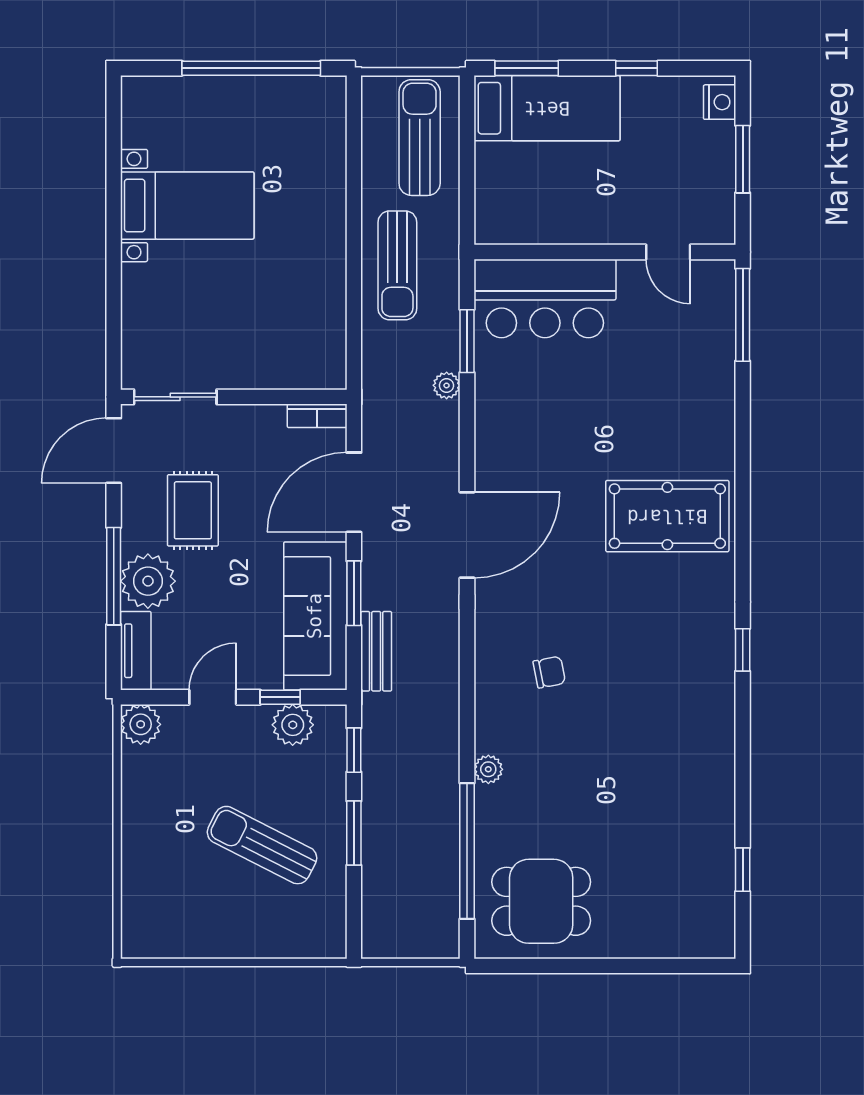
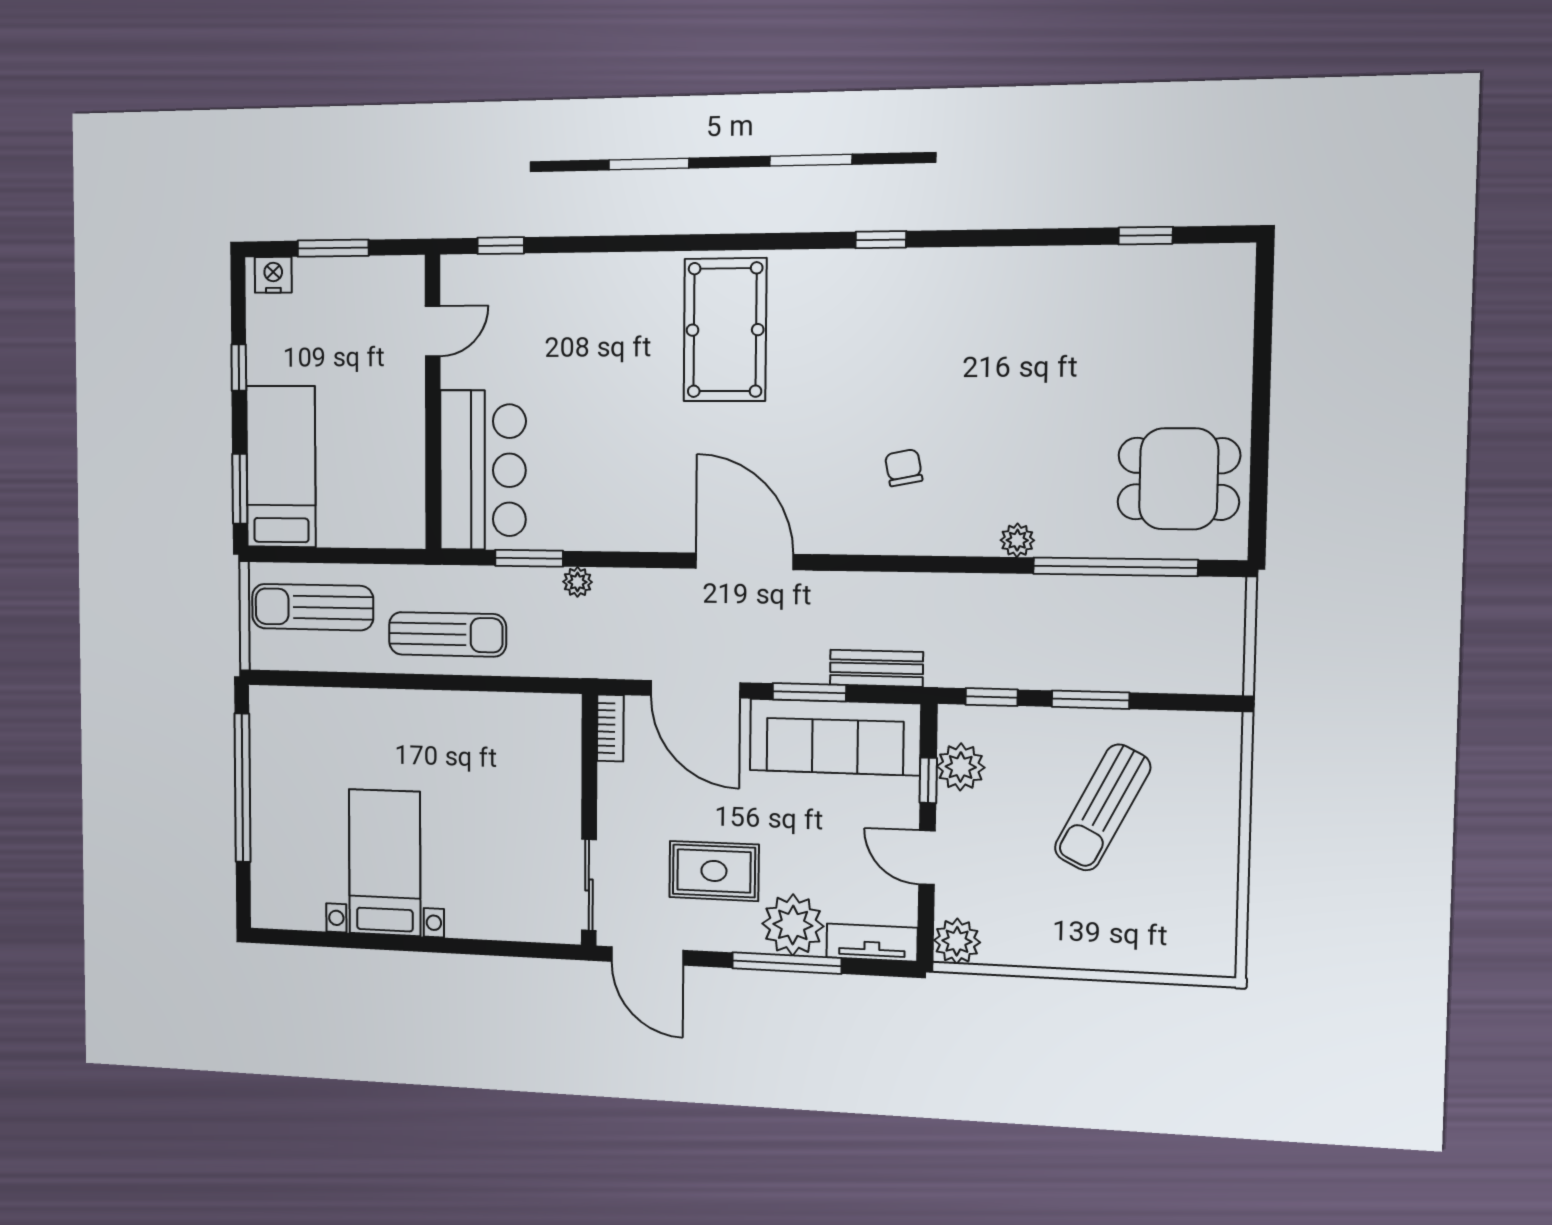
window: (743, 315) -> (501, 246), width x0.46
dining table: (541, 901) -> (1179, 479), turned 90

